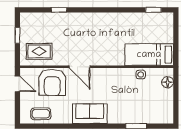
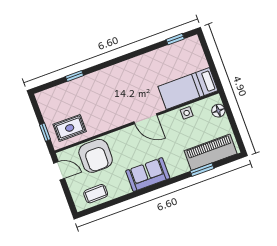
window: (17, 35) -> (45, 132), moved
door: (80, 67) -> (146, 119), moved
piano: (149, 114) -> (211, 152), added

